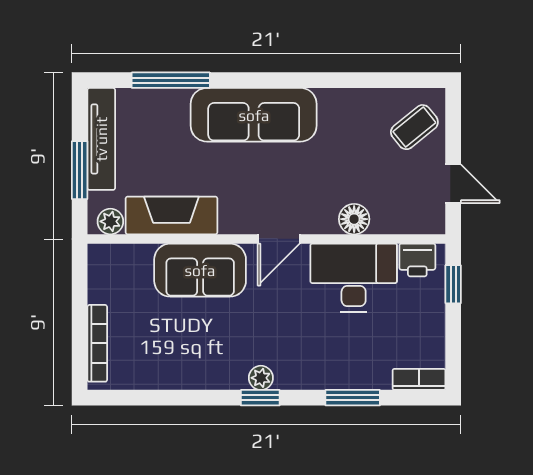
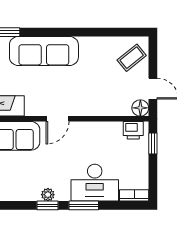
floor lamp: (354, 219) -> (140, 108), moved
desk: (354, 278) -> (95, 183), moved, turned 180
window: (353, 398) -> (84, 205), moved

